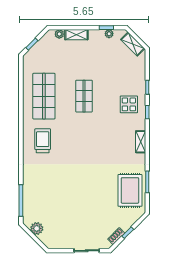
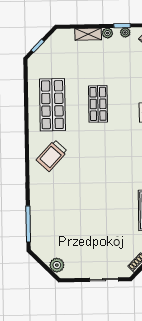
plant: (59, 34) -> (107, 33), moved
trolley: (43, 141) -> (52, 156), turned -137
plant: (37, 228) -> (57, 265), moved

